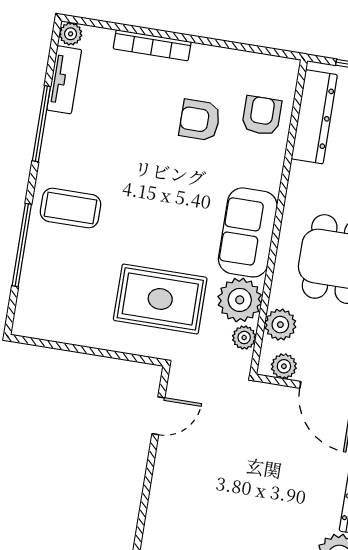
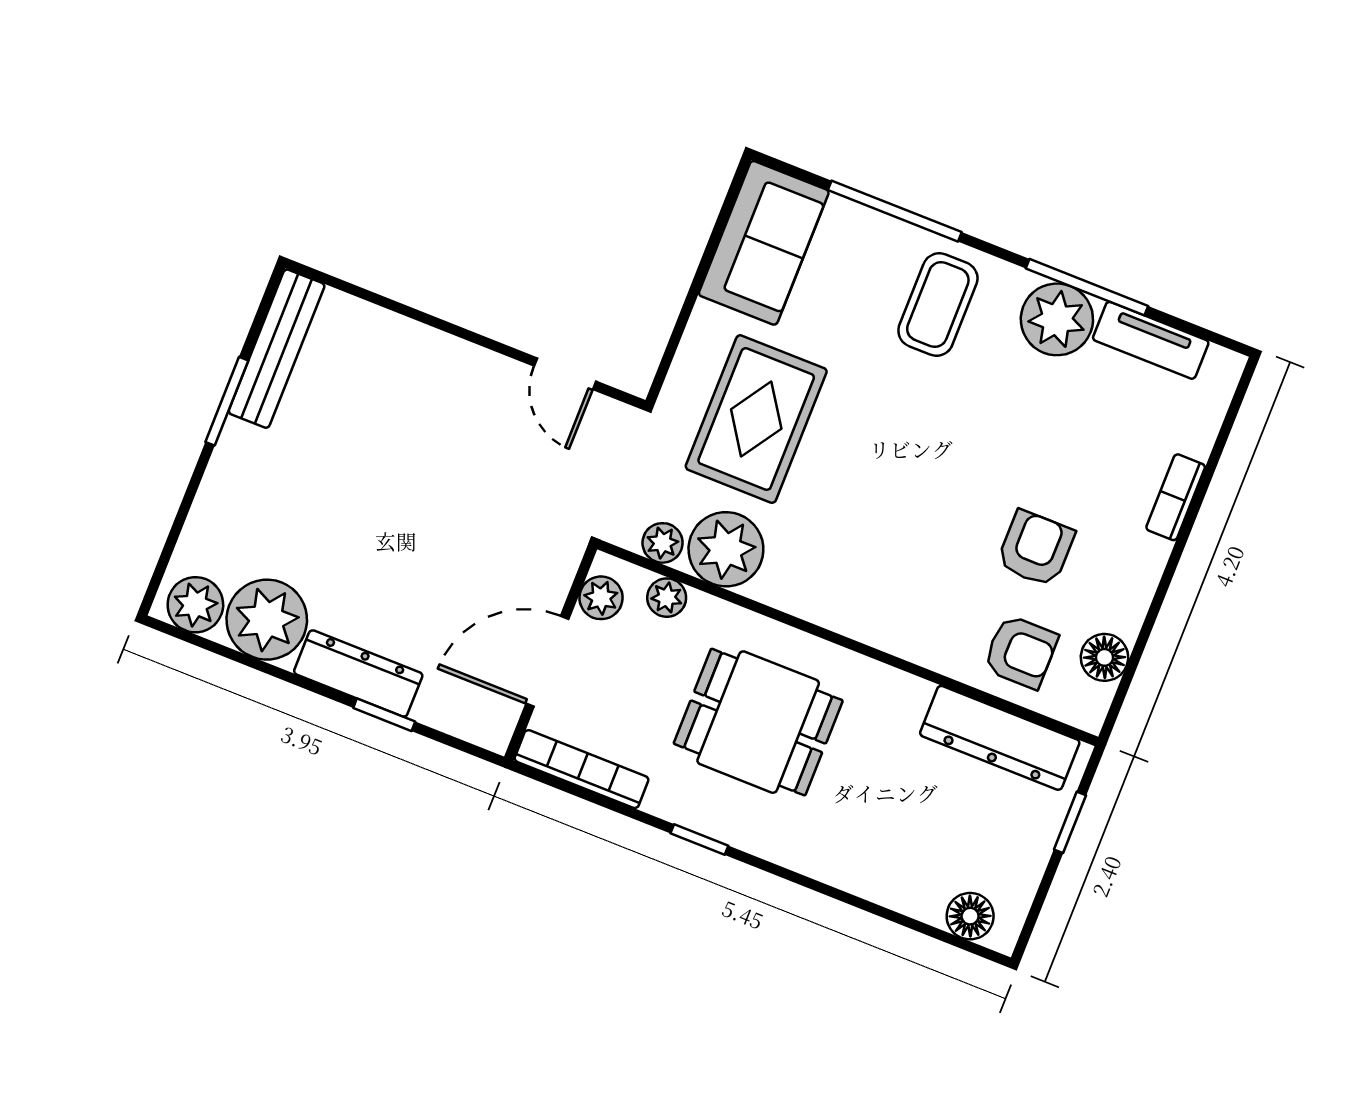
plant: (71, 34) -> (1057, 319), moved, width x1.87, depth x1.87
bookcase: (152, 45) -> (1176, 497), width x0.64
floor lamp: (254, 66) -> (1104, 657), added
sofa: (248, 232) -> (764, 243), moved, turned 90
plant: (280, 325) -> (667, 598), width x0.73, depth x0.73

